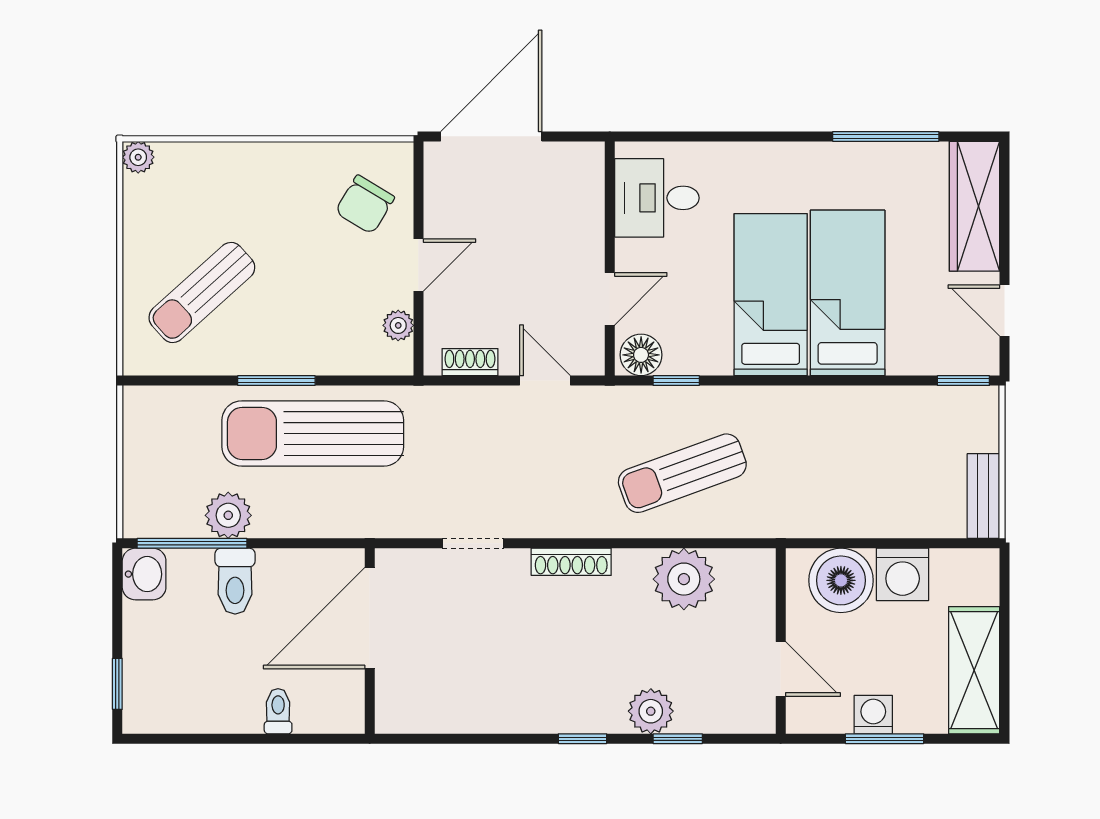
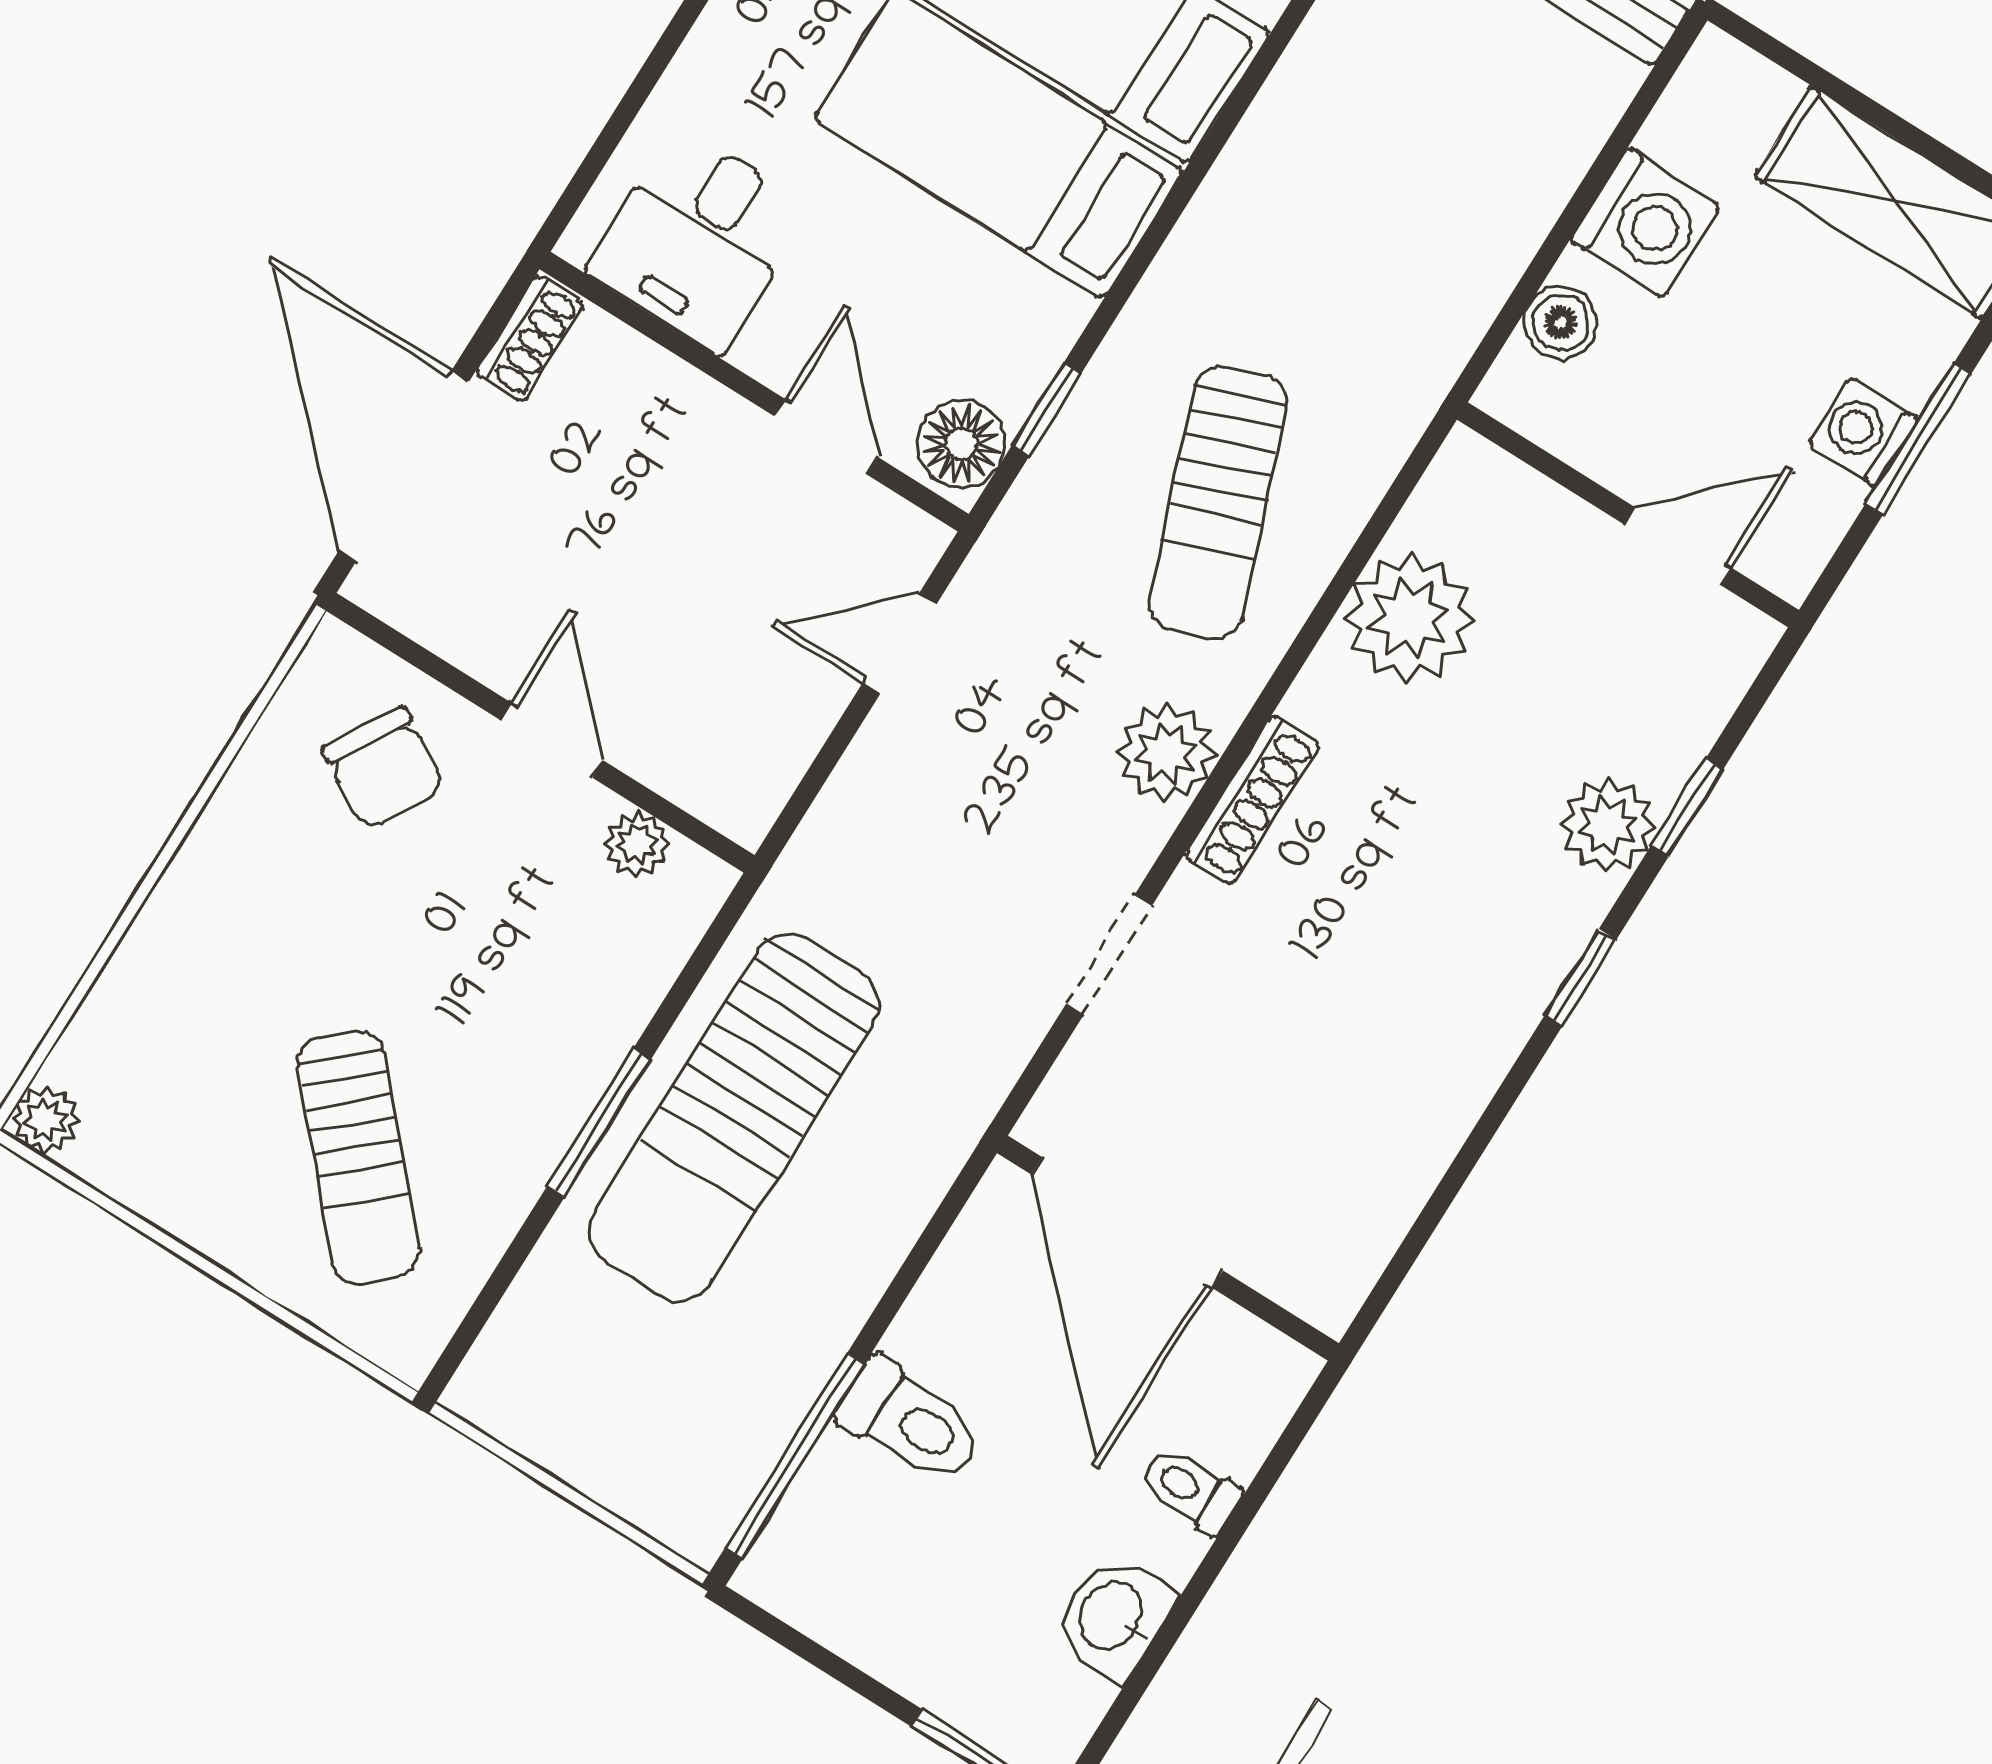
shoe rack: (470, 362) -> (530, 338), moved, turned 180
plant: (228, 515) -> (1166, 753), moved
washbasin: (144, 574) -> (1113, 1617), moved, turned -90
boiler: (841, 580) -> (1561, 323), width x0.54, depth x0.54

